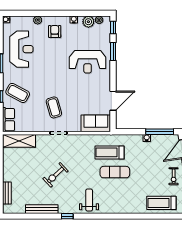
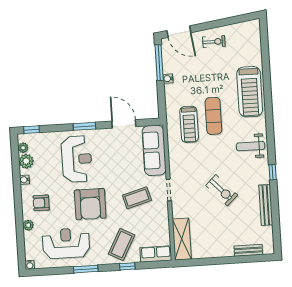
window: (113, 51) -> (84, 126), moved
armchair: (51, 70) -> (90, 204), added
sofa: (96, 123) -> (154, 150), width x1.36
treadmill: (161, 203) -> (250, 92), moved, width x1.37, depth x1.38

